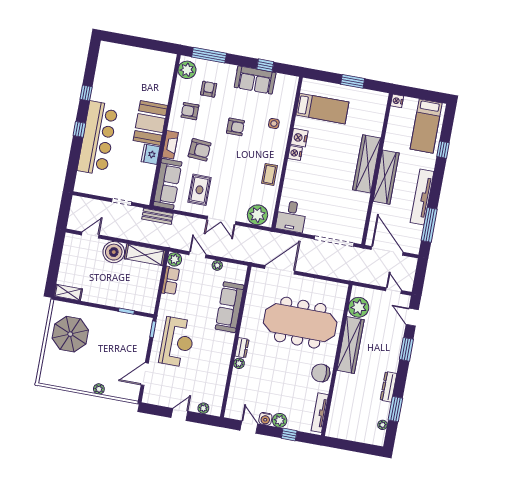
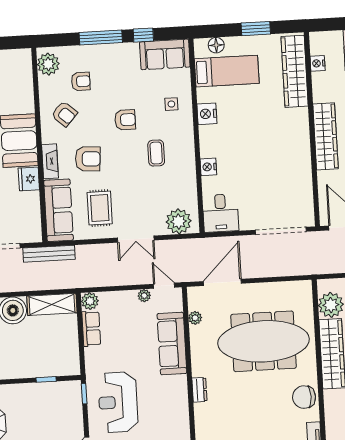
window: (209, 55) -> (101, 38), moved
sofa: (255, 80) -> (165, 54), moved
floor lamp: (319, 87) -> (216, 45), added
armchair: (209, 89) -> (81, 81), turned 90
nightstand: (397, 101) -> (318, 63), moved
armchair: (190, 111) -> (64, 114), turned -138
nightstand: (295, 153) -> (208, 167), moved
wardrobe: (367, 164) -> (295, 71), moved
coffee table: (269, 174) -> (156, 153), moved
bench: (157, 216) -> (49, 254), width x1.36
door: (197, 255) -> (164, 286), moved
reception desk: (177, 342) -> (118, 402), turned 180
plant: (239, 363) -> (195, 318), moved

